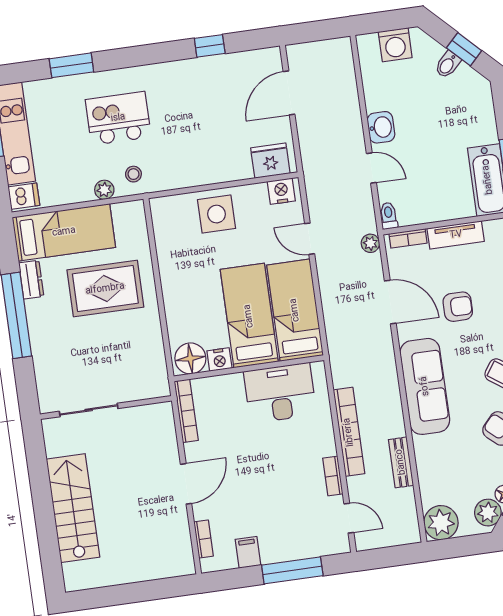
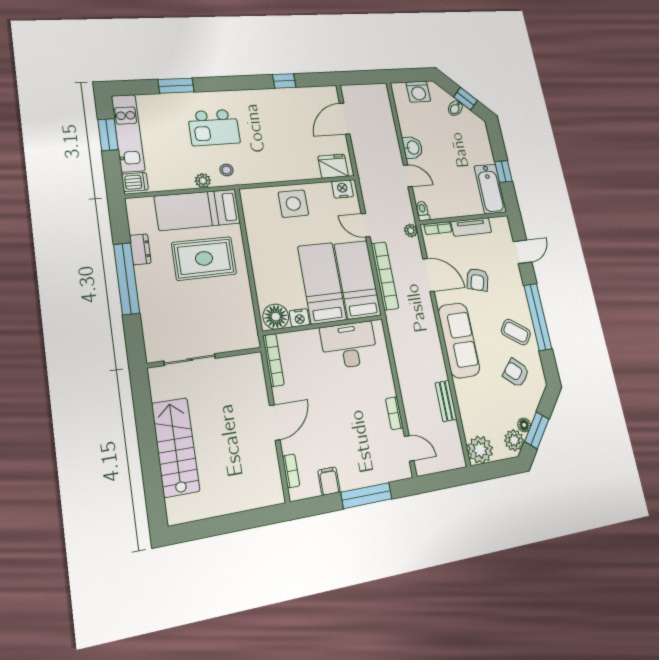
kitchen island: (118, 118) -> (214, 127), turned 180
bed: (64, 232) -> (198, 210), moved, turned 180
armchair: (458, 307) -> (478, 280), turned 106
bookcase: (349, 432) -> (385, 276), moved

